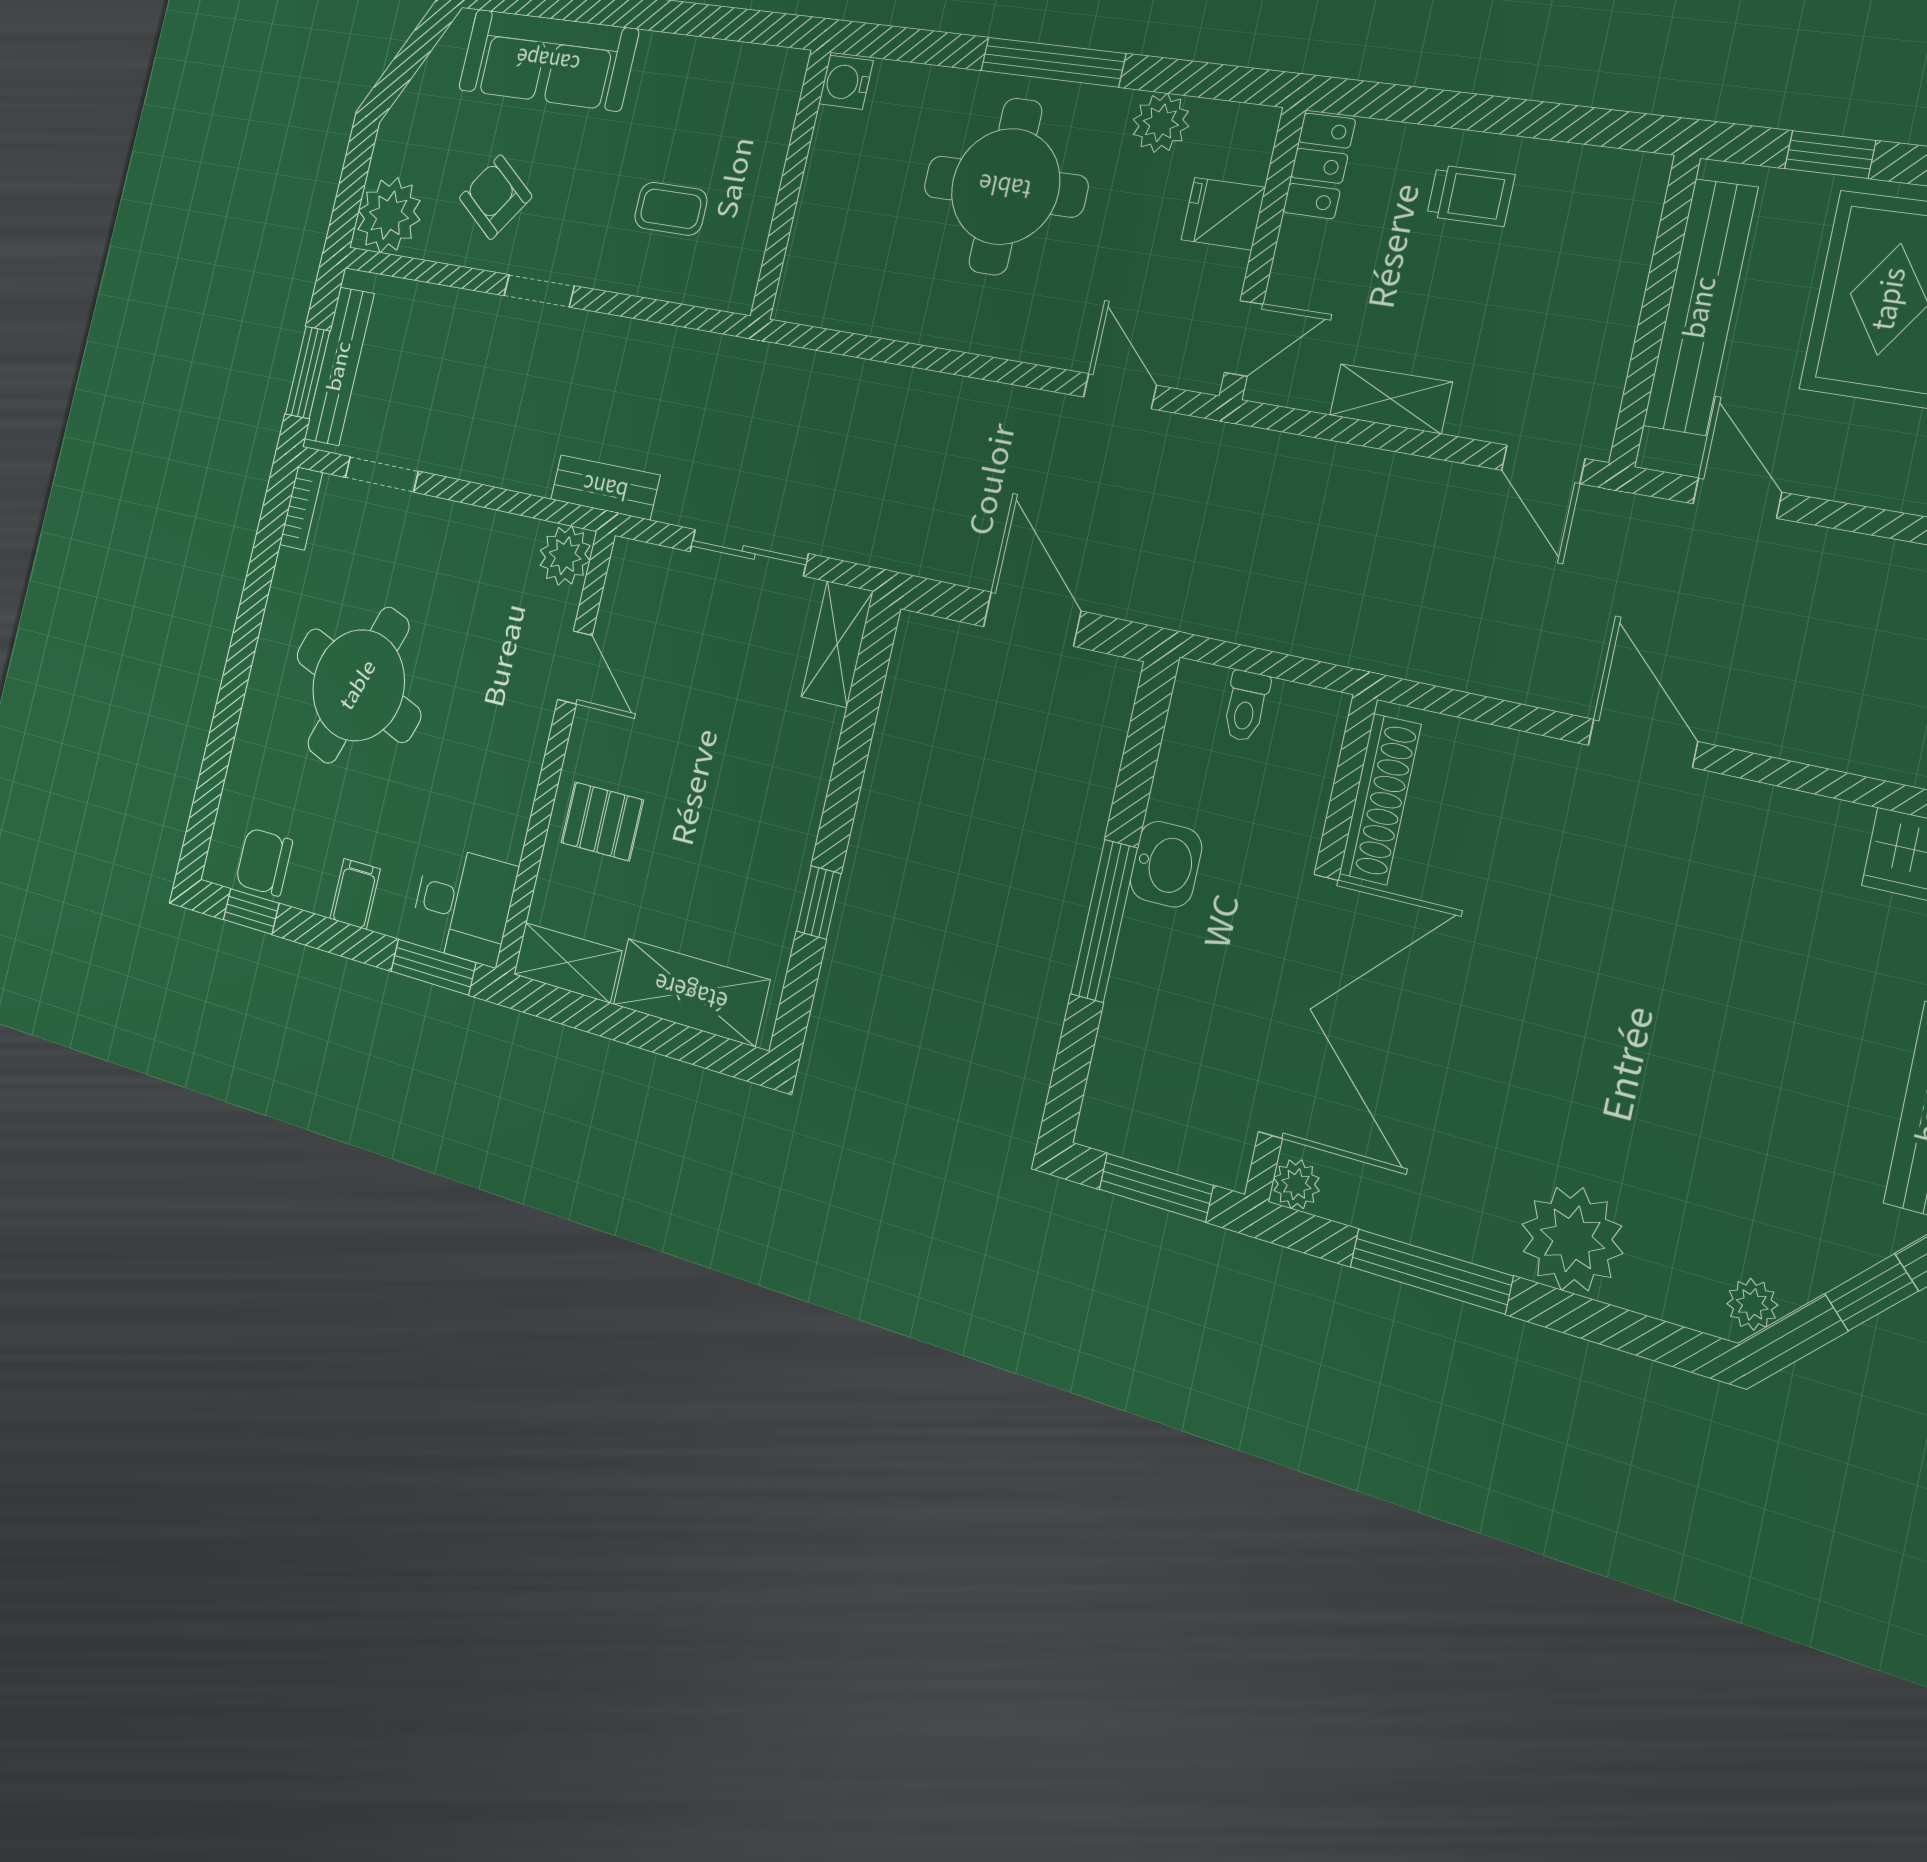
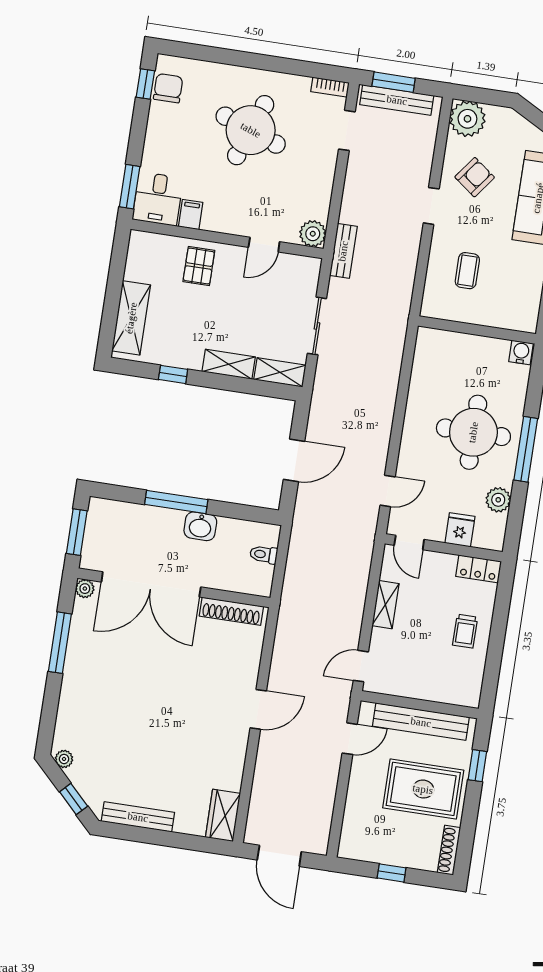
filing cabinet: (355, 894) -> (191, 215), moved, turned -90
shelving: (567, 963) -> (229, 364), moved, turned 90
plant: (1572, 1239) -> (78, 694), removed

